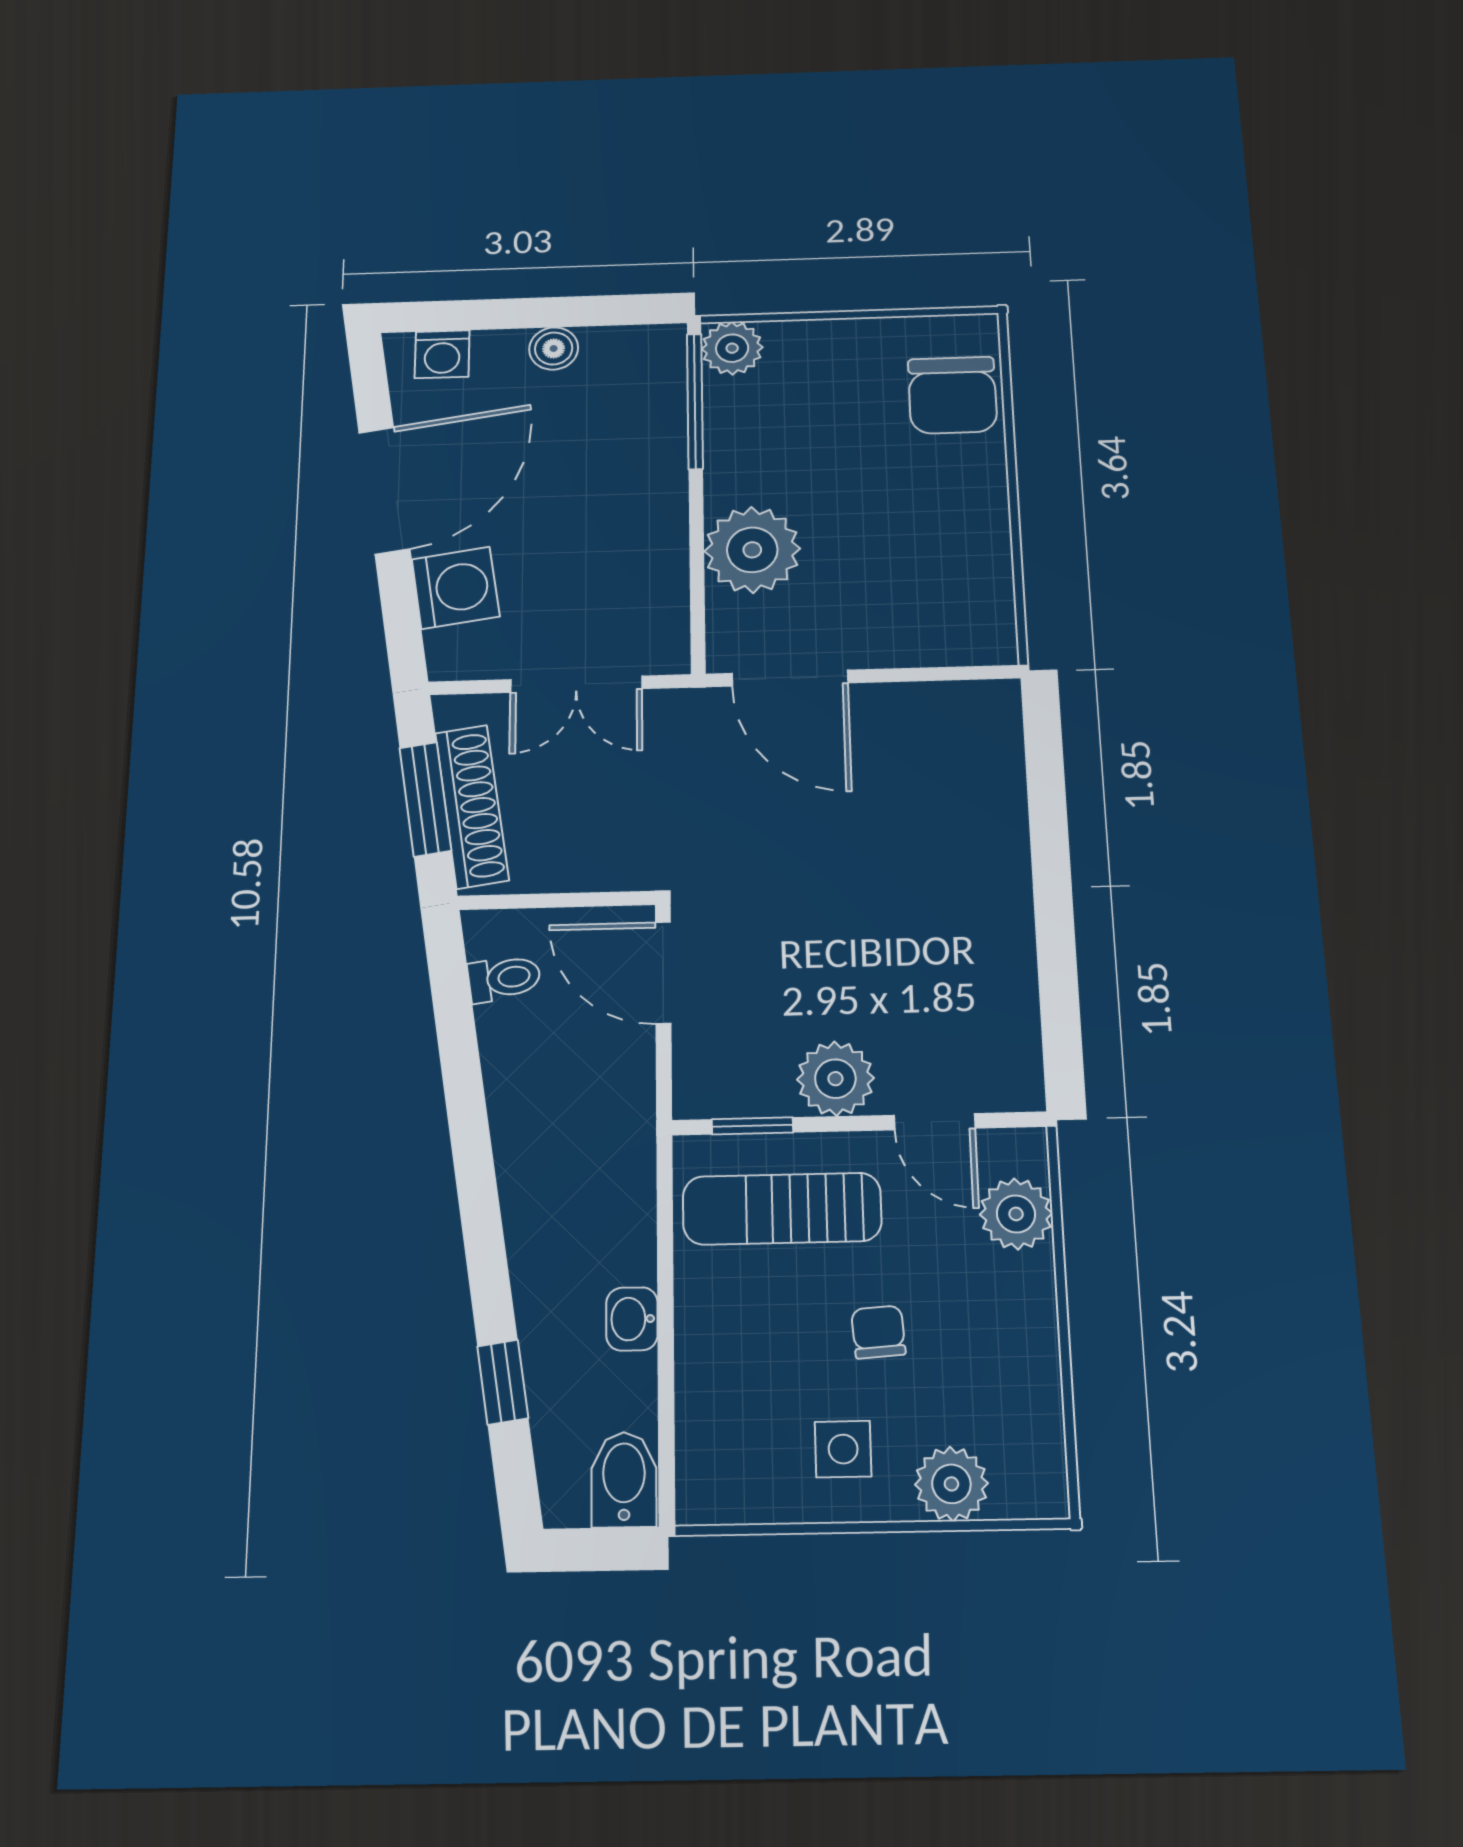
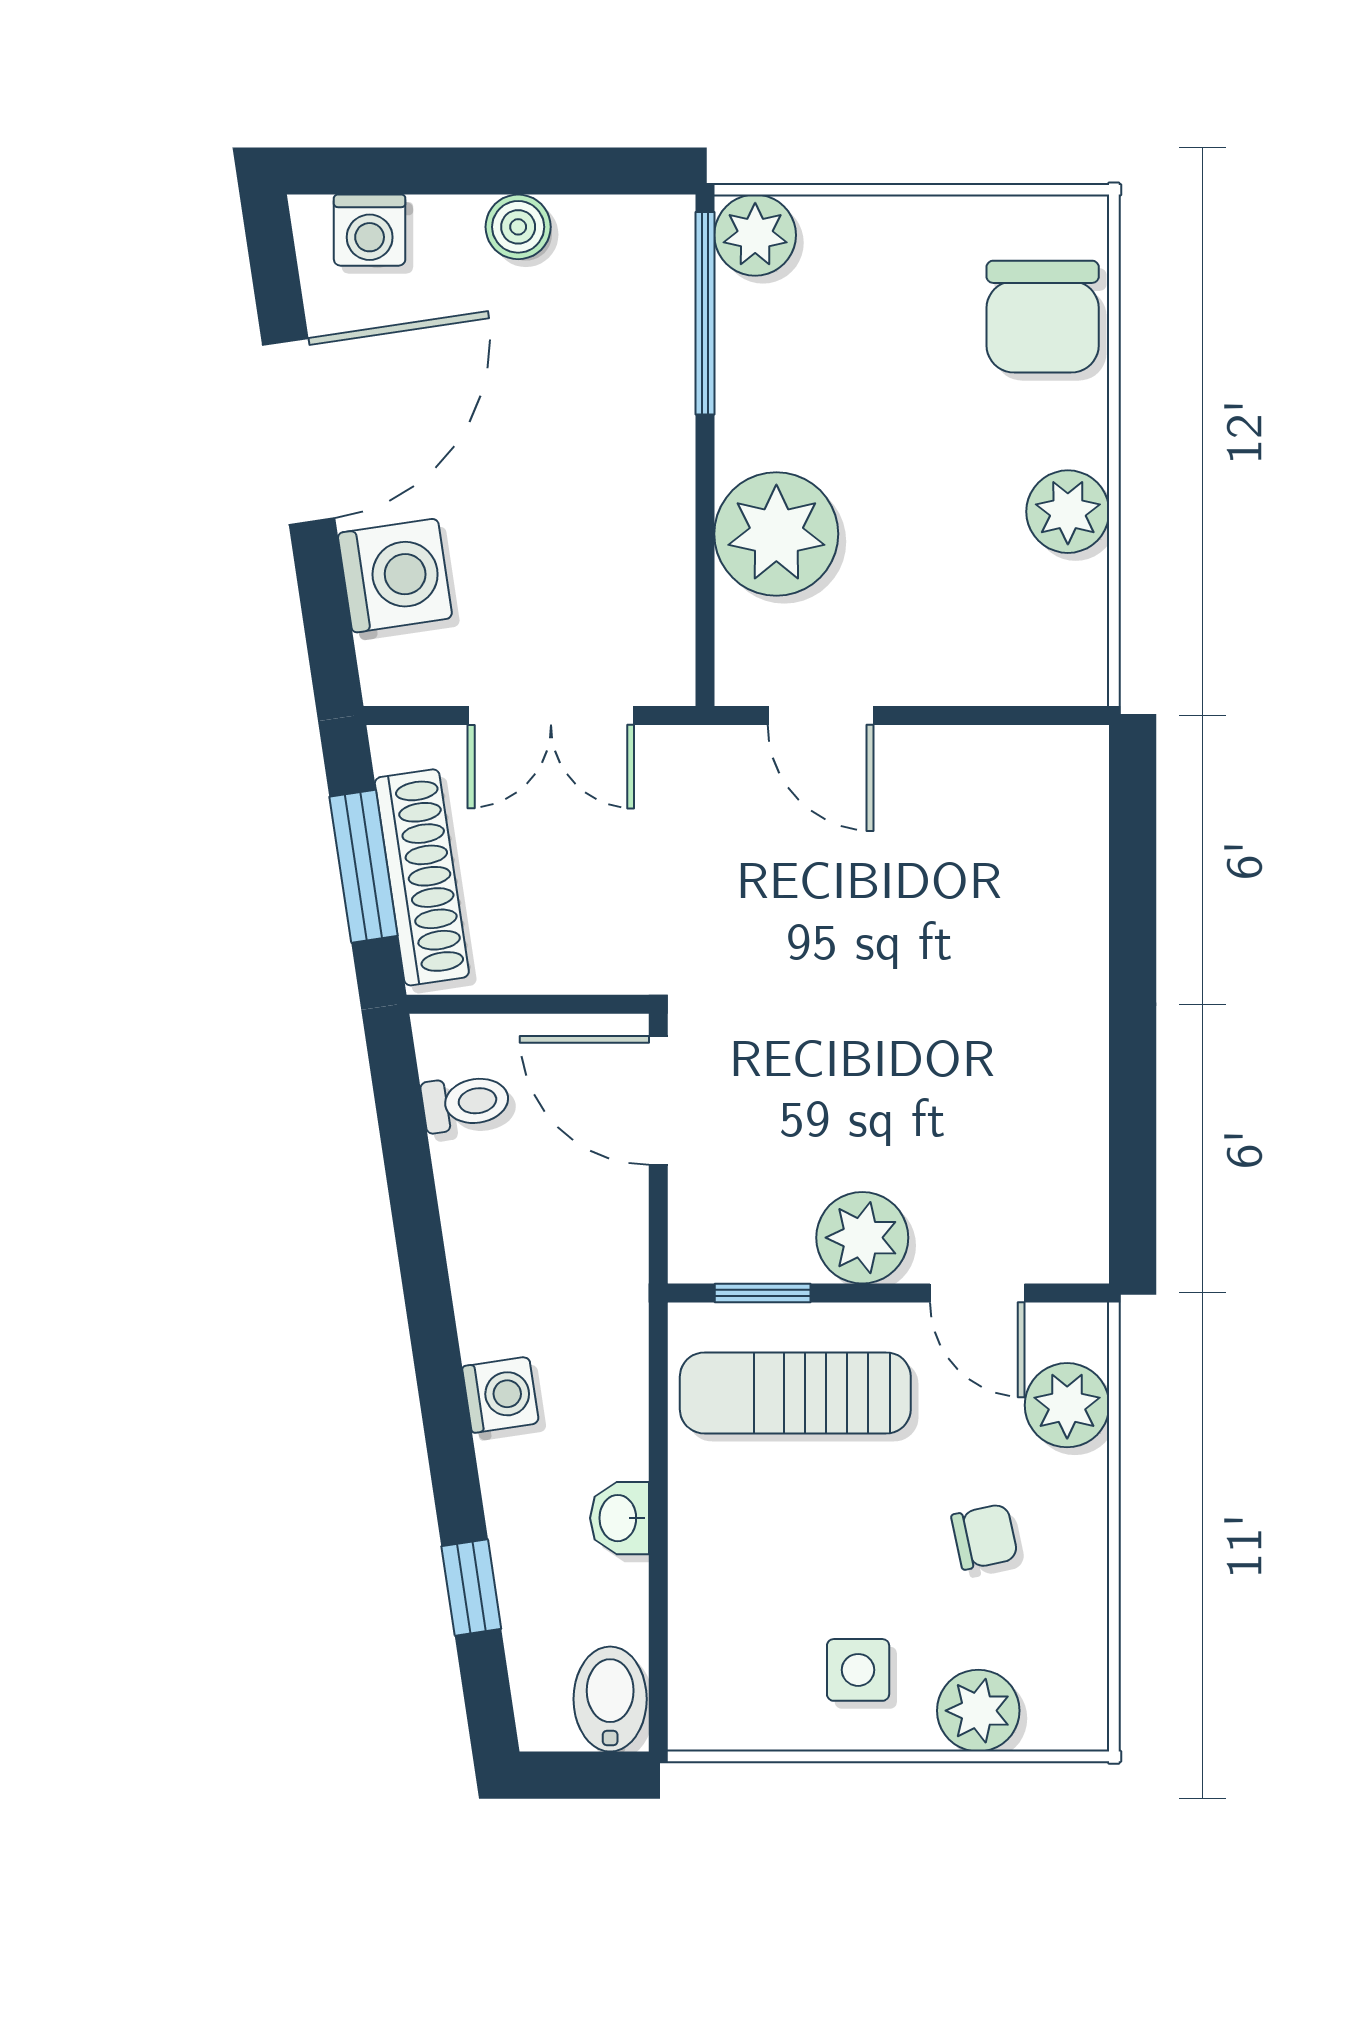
plant: (979, 527) -> (1068, 512), added
door: (790, 678) -> (821, 716), width x0.73
washing machine: (530, 1216) -> (500, 1395), added
chair: (878, 1332) -> (985, 1537), moved, turned 82

